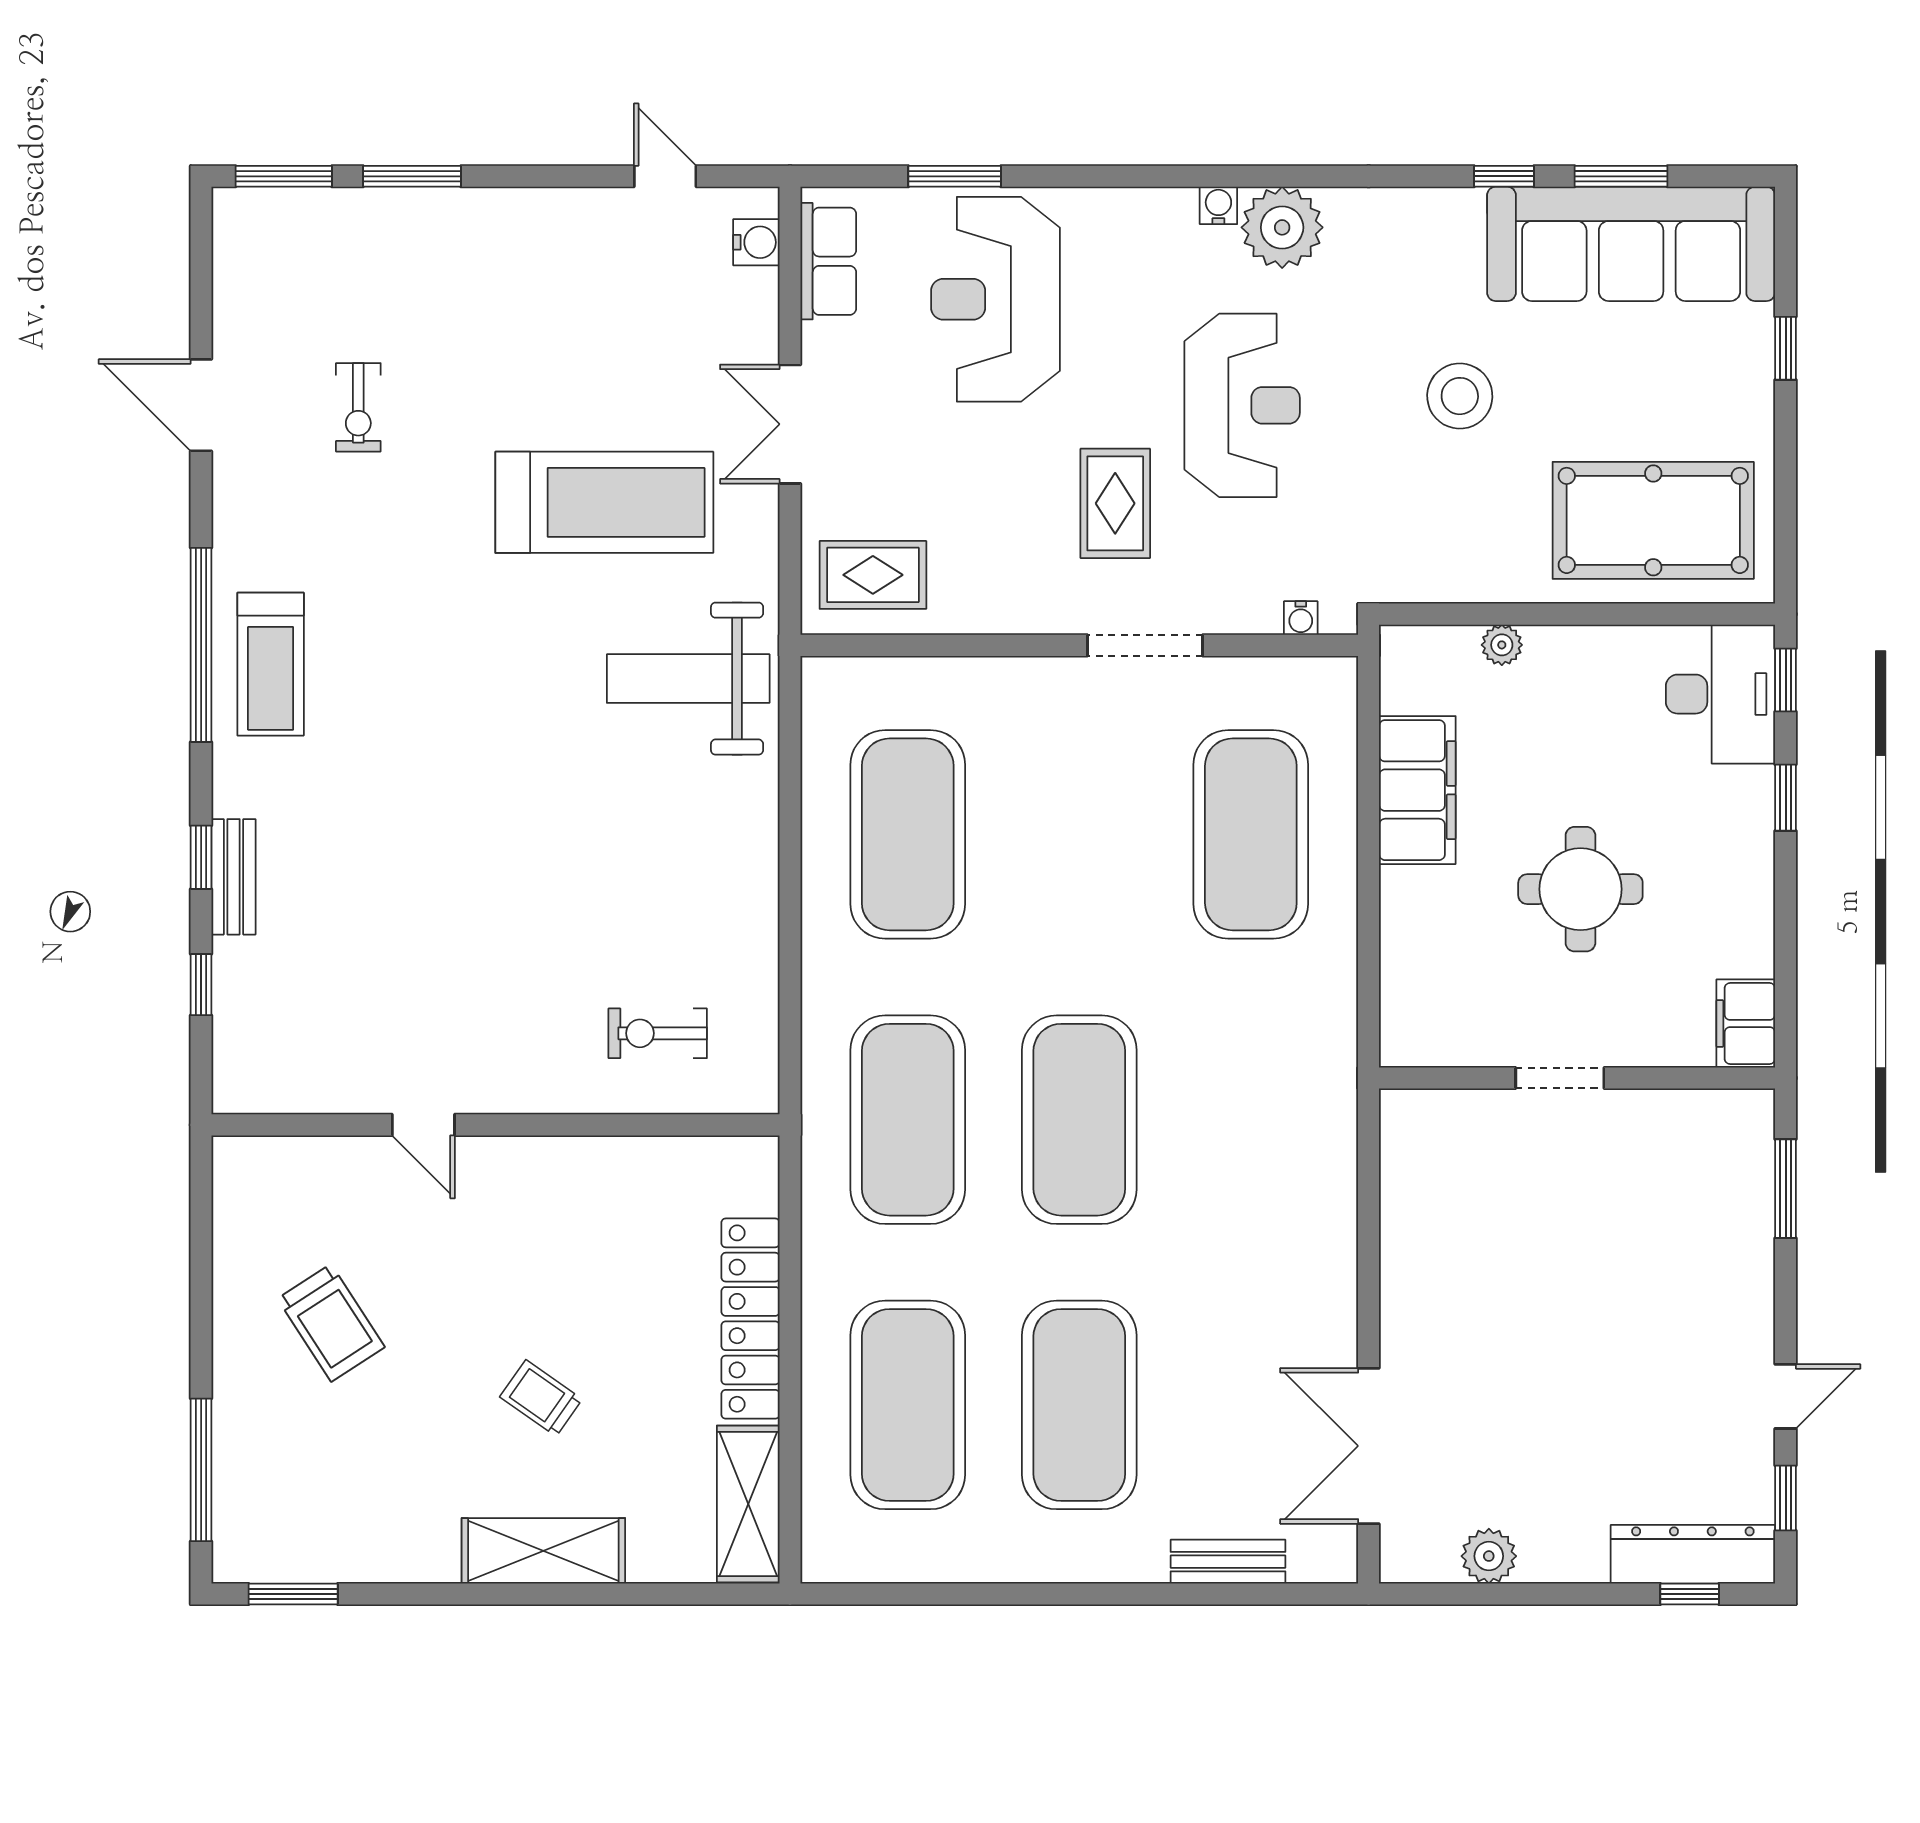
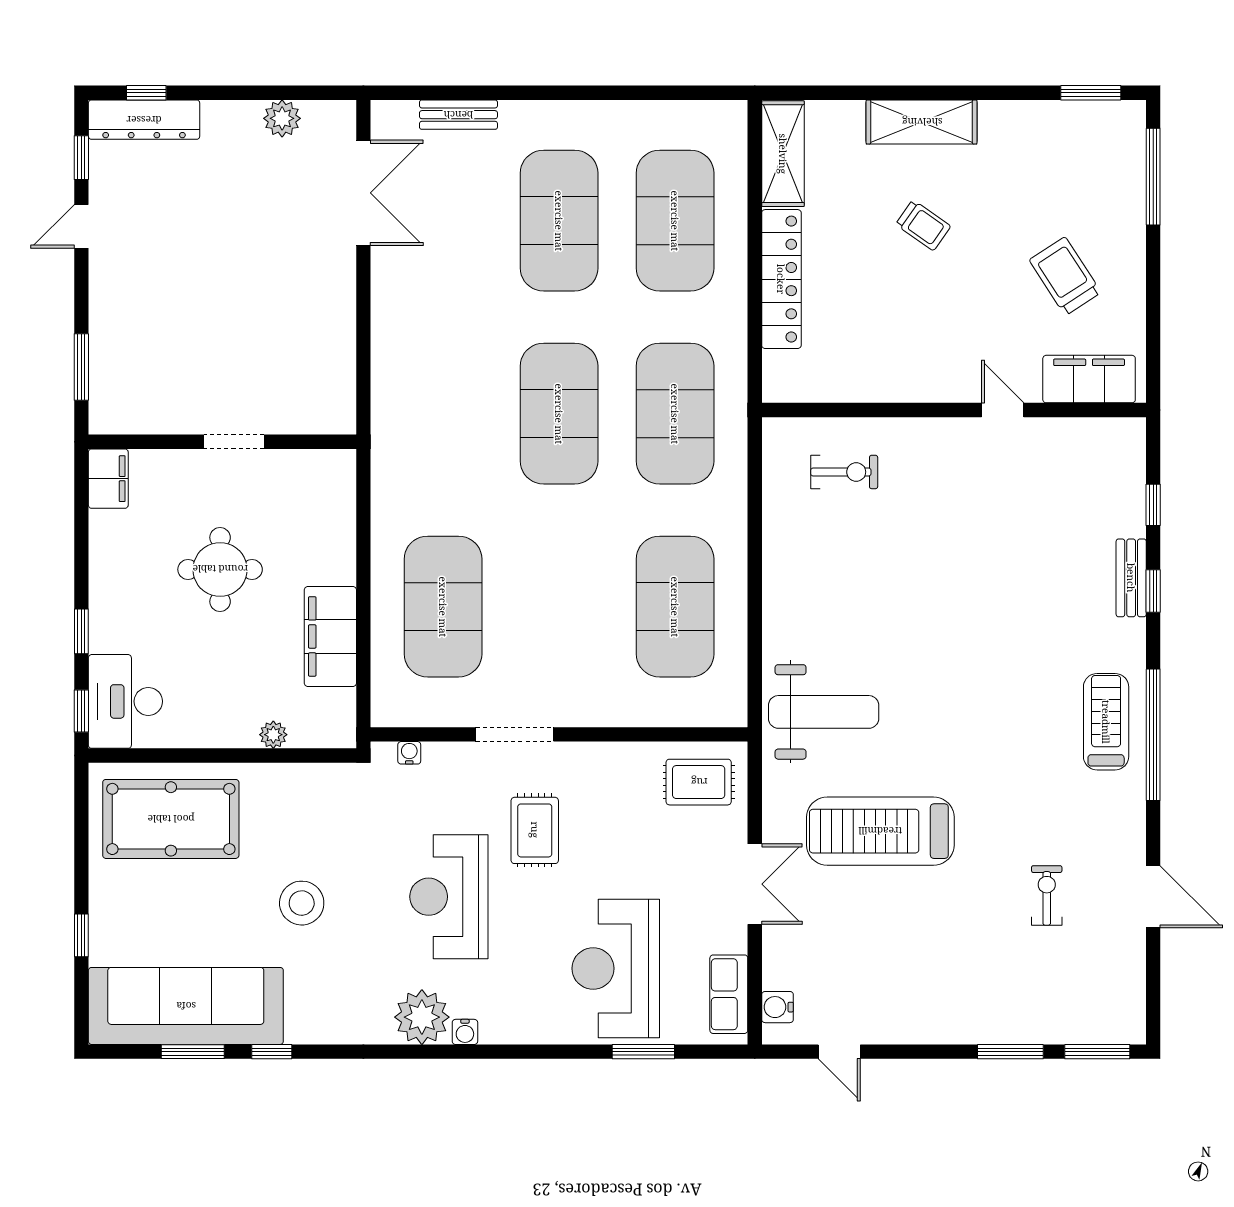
reception desk: (995, 299) -> (616, 968), turned 180
filing cabinet: (296, 1171) -> (1089, 379), added

